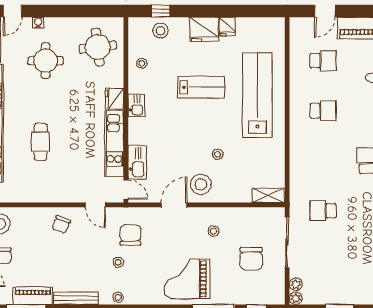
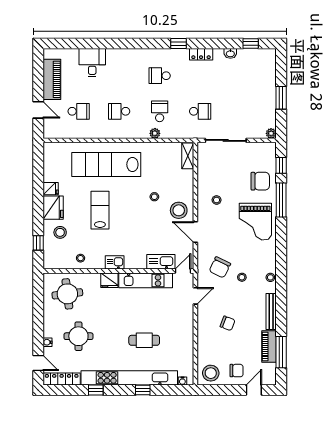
stool: (161, 31) -> (60, 232), moved
school desk: (323, 61) -> (79, 111), turned 90
school desk: (323, 111) -> (119, 111), turned -90
school desk: (323, 161) -> (160, 111), added
school desk: (323, 211) -> (200, 111), turned -90
chair: (61, 225) -> (228, 323), moved
chair: (130, 235) -> (220, 267), turned -64
chair: (251, 259) -> (260, 181), moved
plant: (296, 284) -> (155, 133), moved

